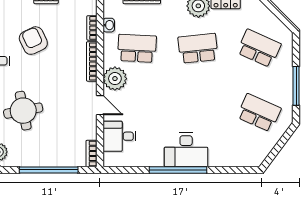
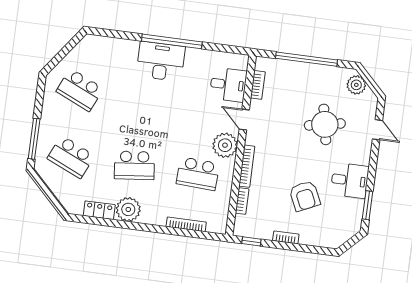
washbasin: (109, 25) -> (224, 202), removed
window: (296, 86) -> (34, 139), moved
bookcase: (91, 153) -> (258, 85), moved

